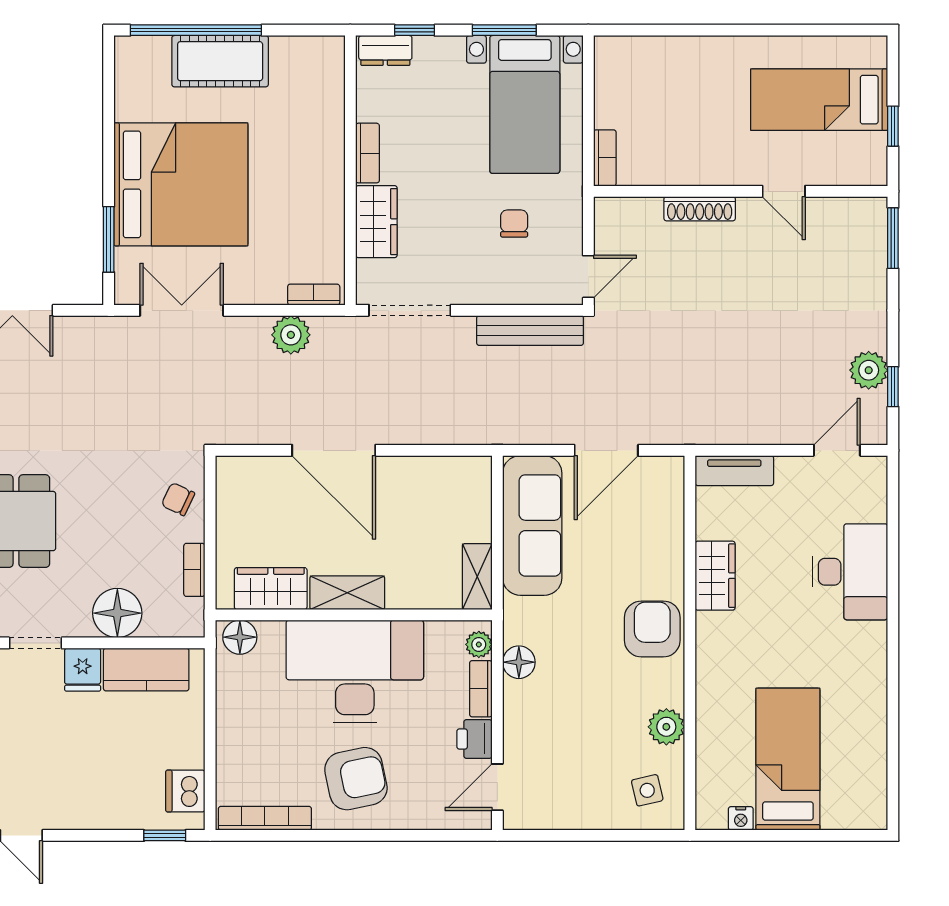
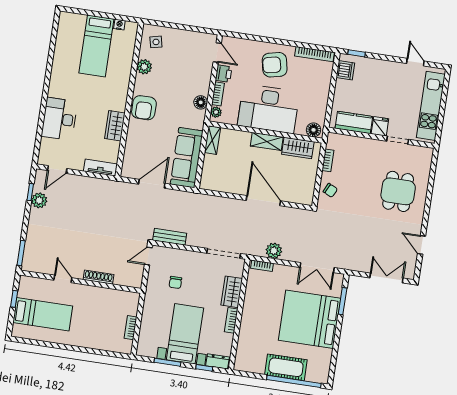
bed with nightstands: (525, 104) -> (185, 334), moved
bookcase: (605, 158) -> (131, 328), moved
bench: (530, 330) -> (170, 237), width x0.73
floor lamp: (117, 613) -> (362, 147), removed
door: (497, 787) -> (217, 52), hinge flipped

